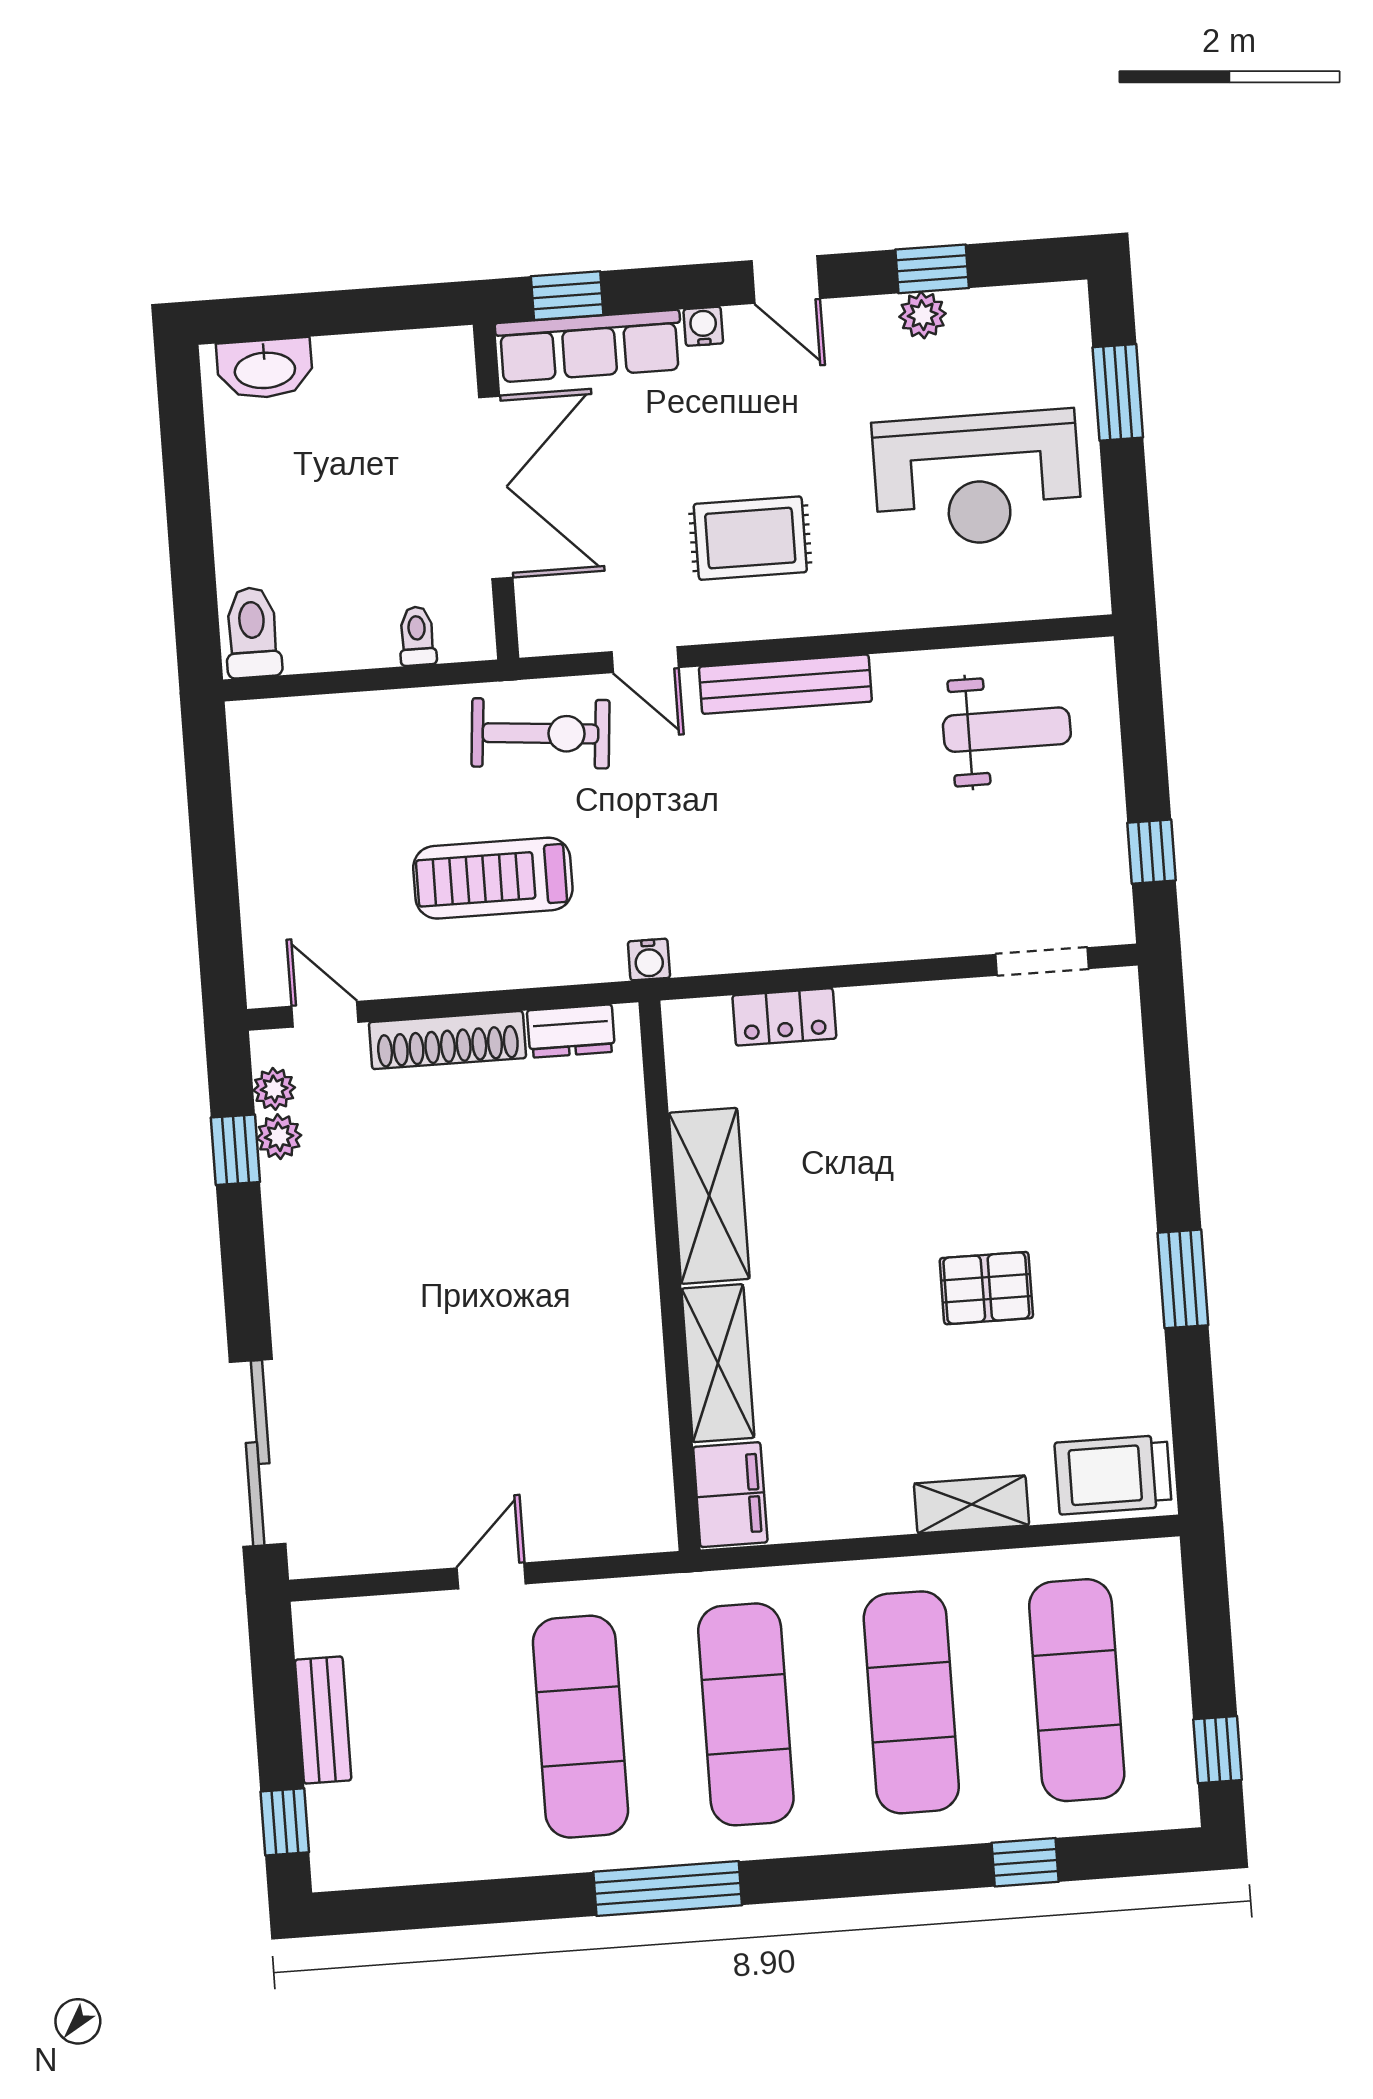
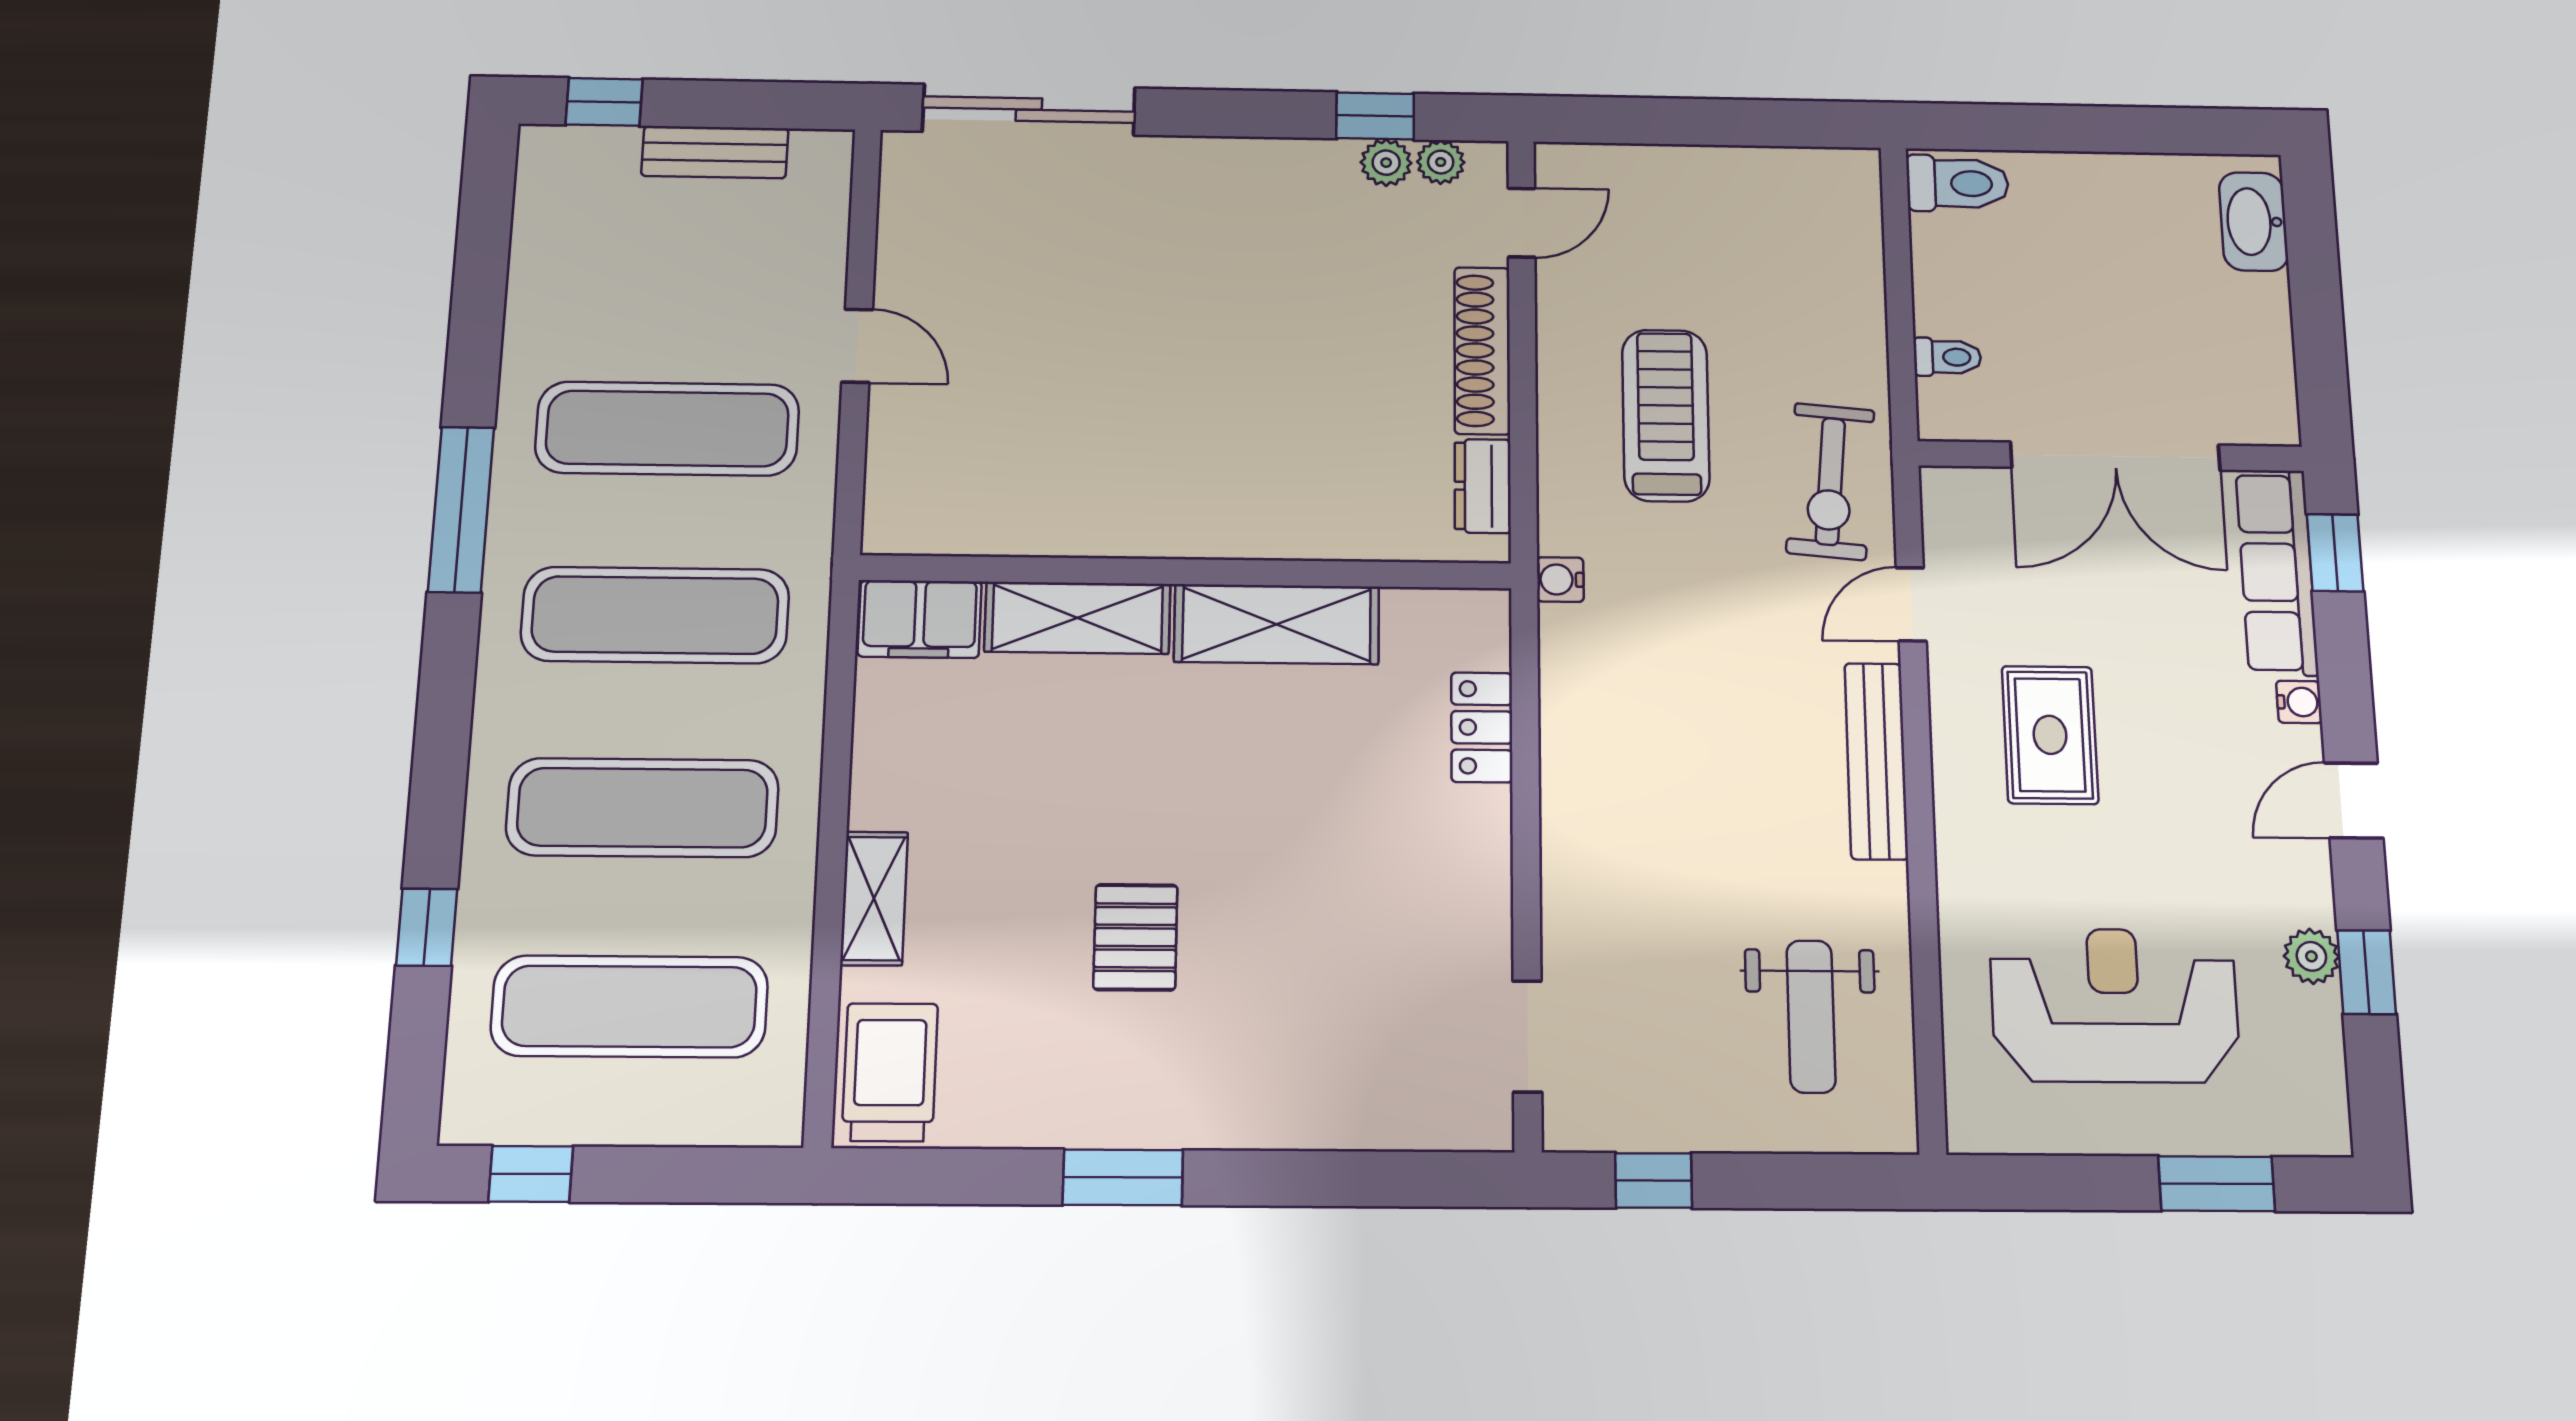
reception desk: (977, 479) -> (2115, 1005), turned 90

